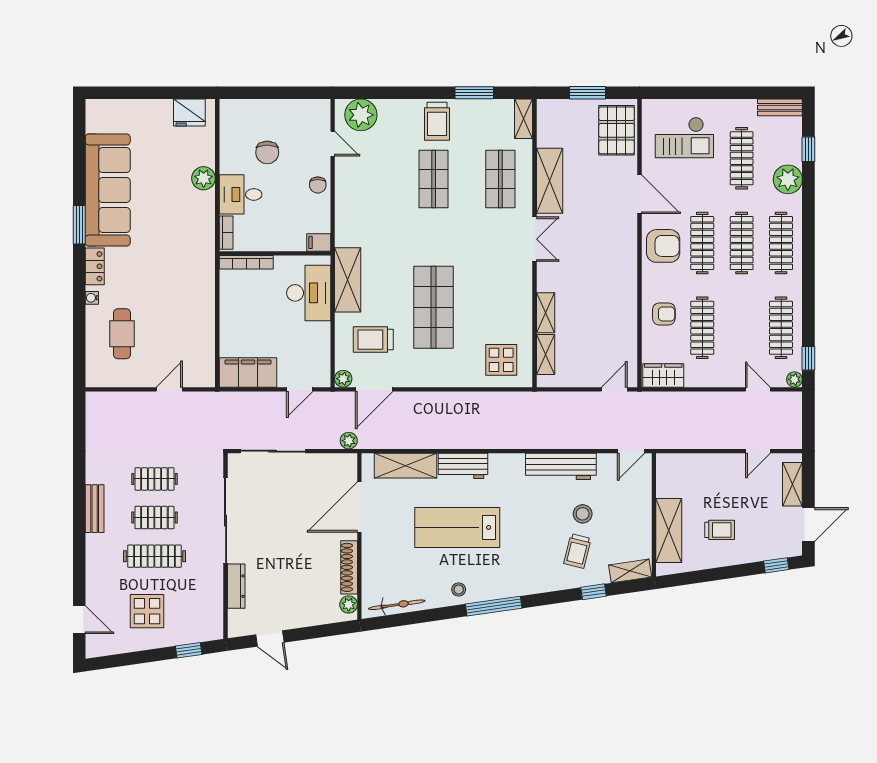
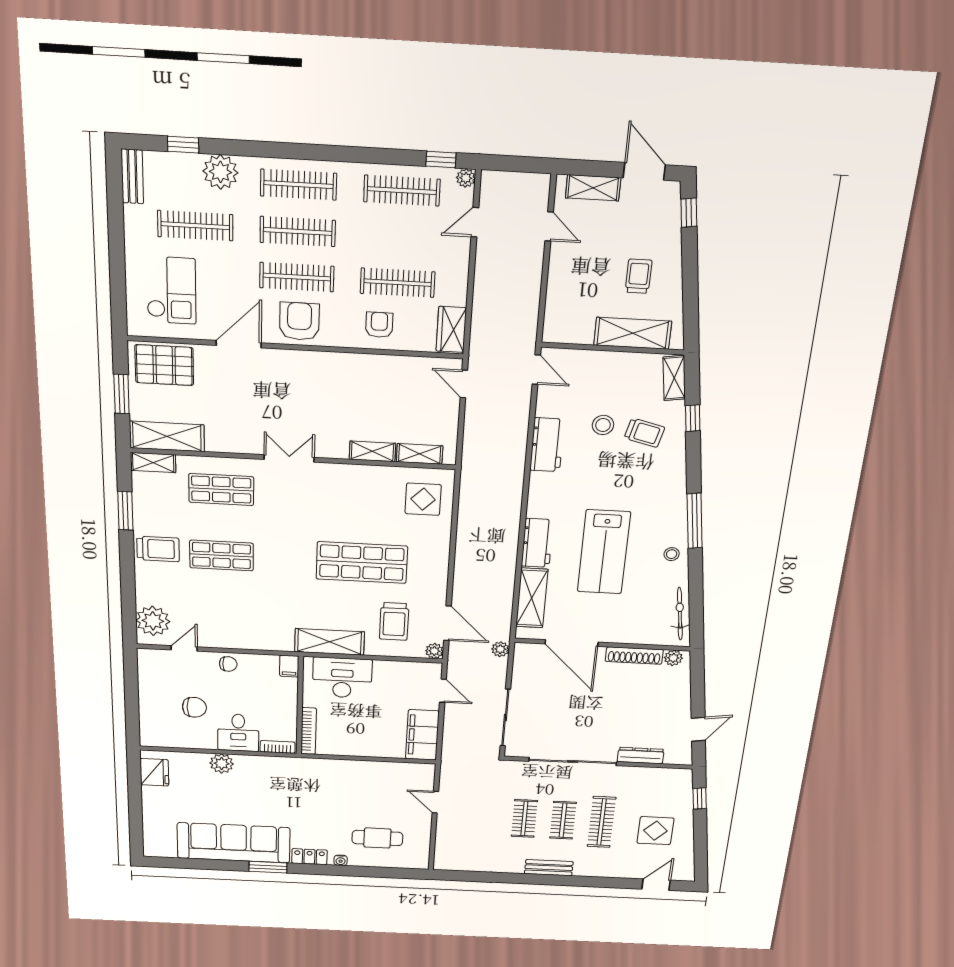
shelving: (550, 181) -> (167, 436), moved
workbench: (561, 466) -> (547, 445), width x0.73

